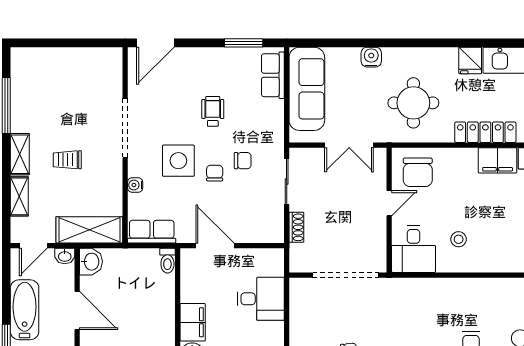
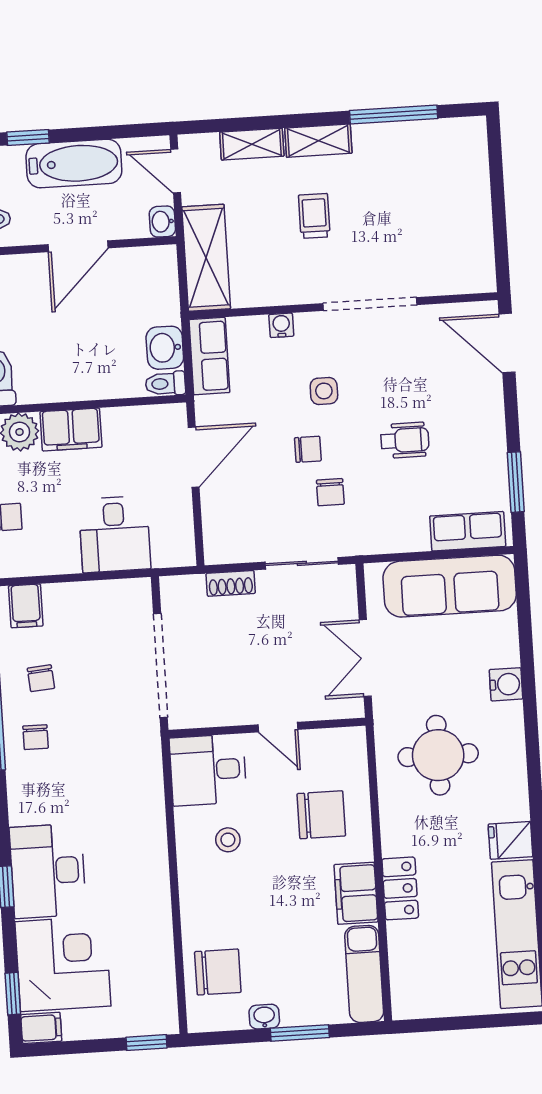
locker: (485, 132) -> (400, 888), width x0.66
side table: (178, 161) -> (324, 391), width x0.54, depth x0.54
chair: (418, 172) -> (321, 815), moved, turned 180
washbasin: (91, 262) -> (165, 348), moved, turned 90

